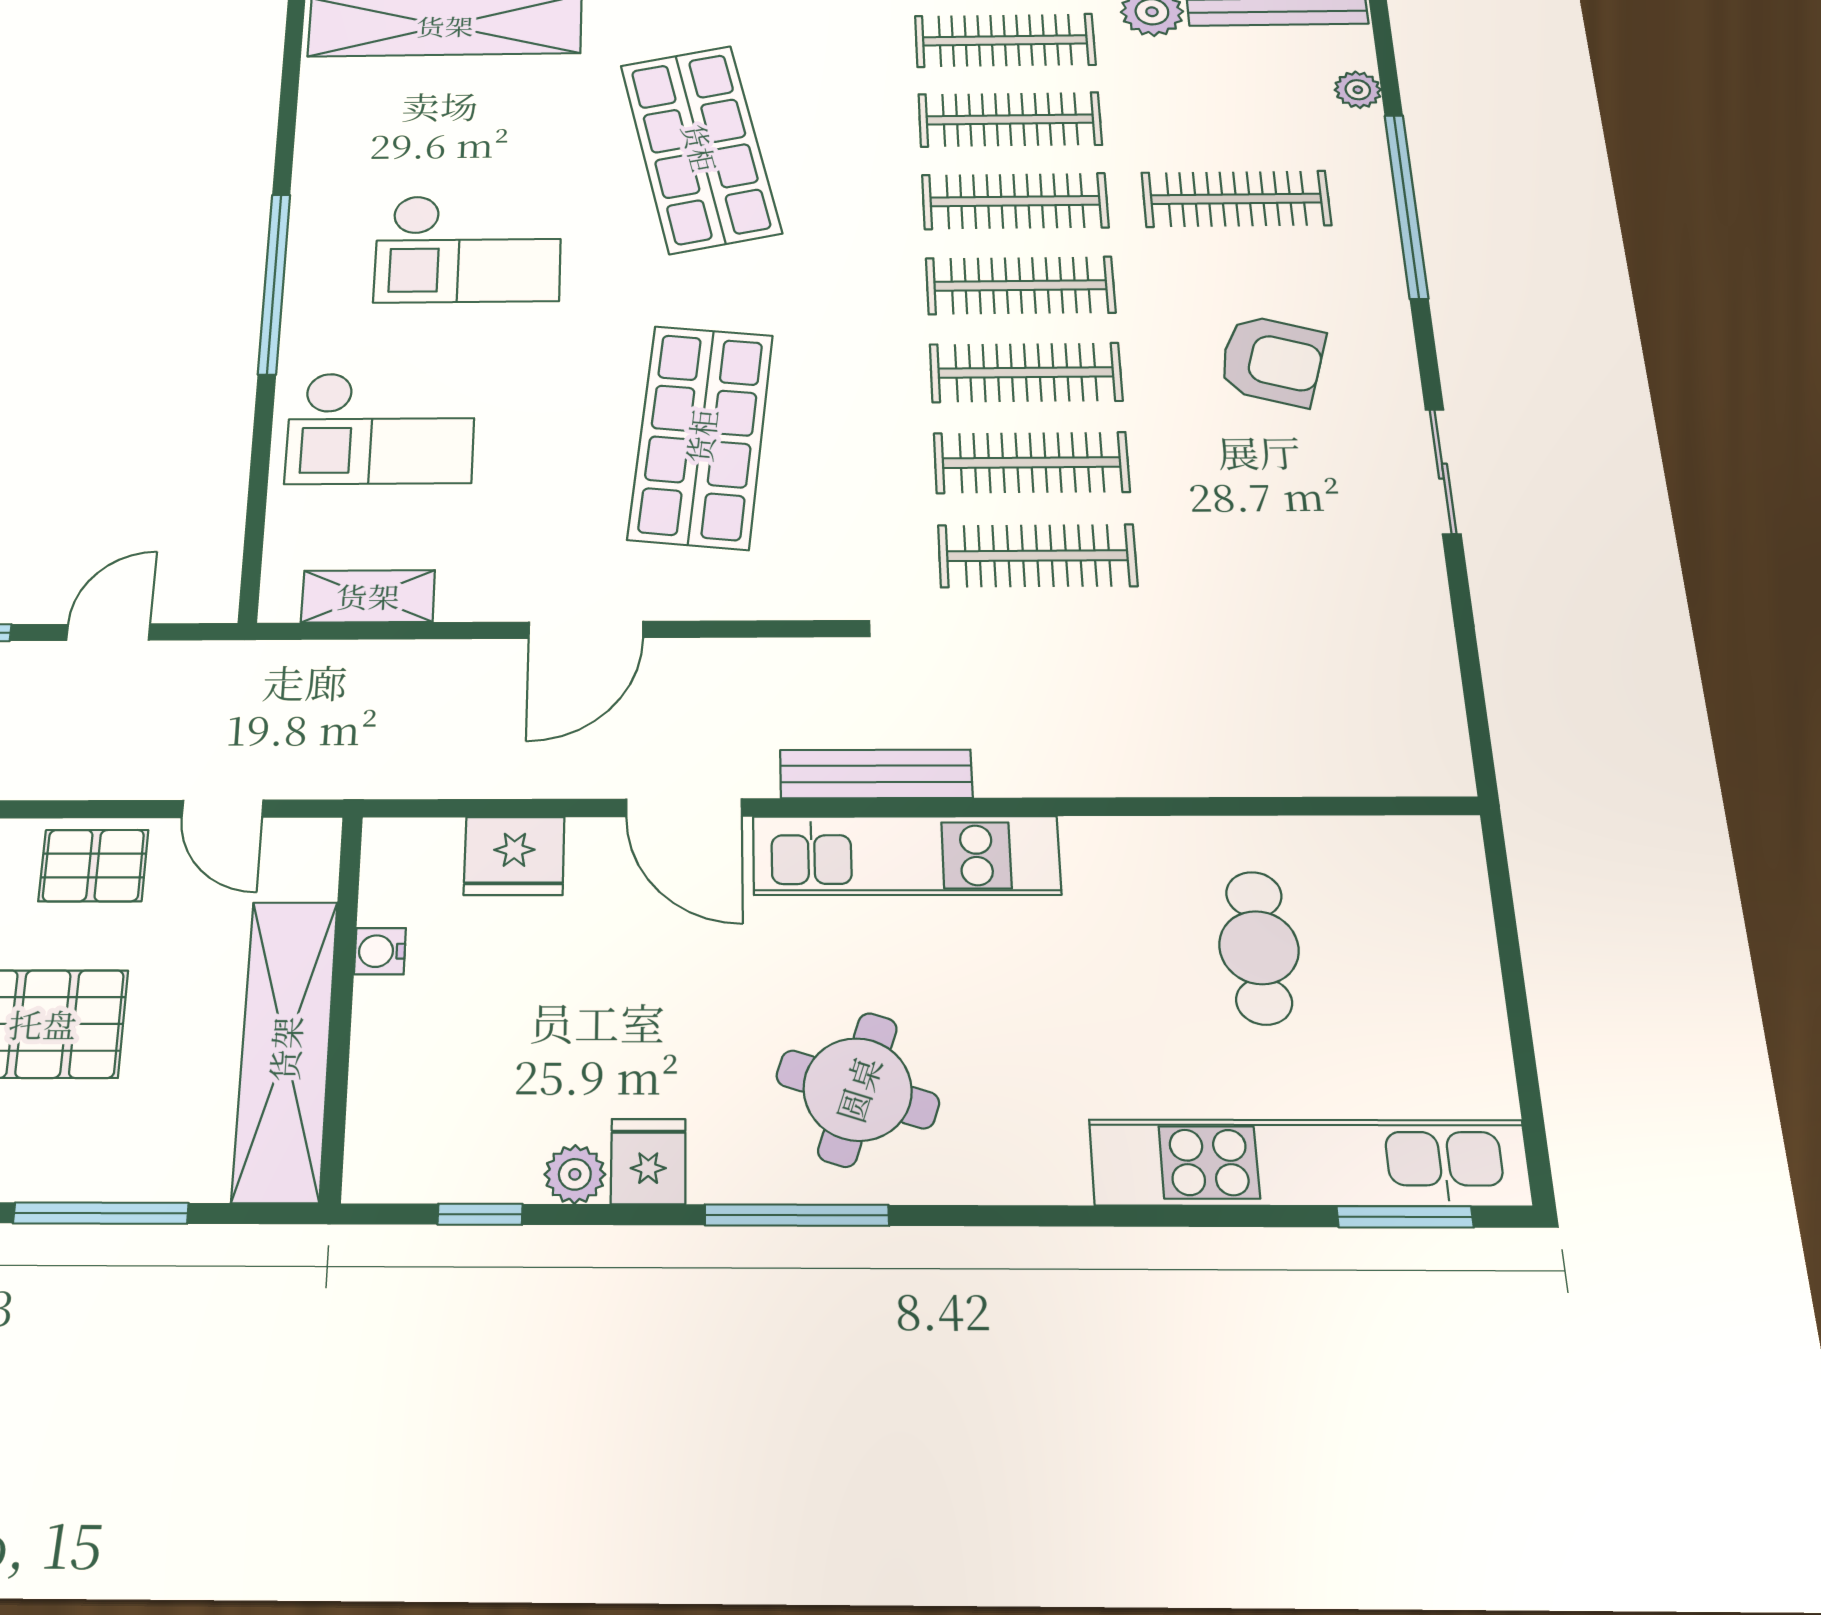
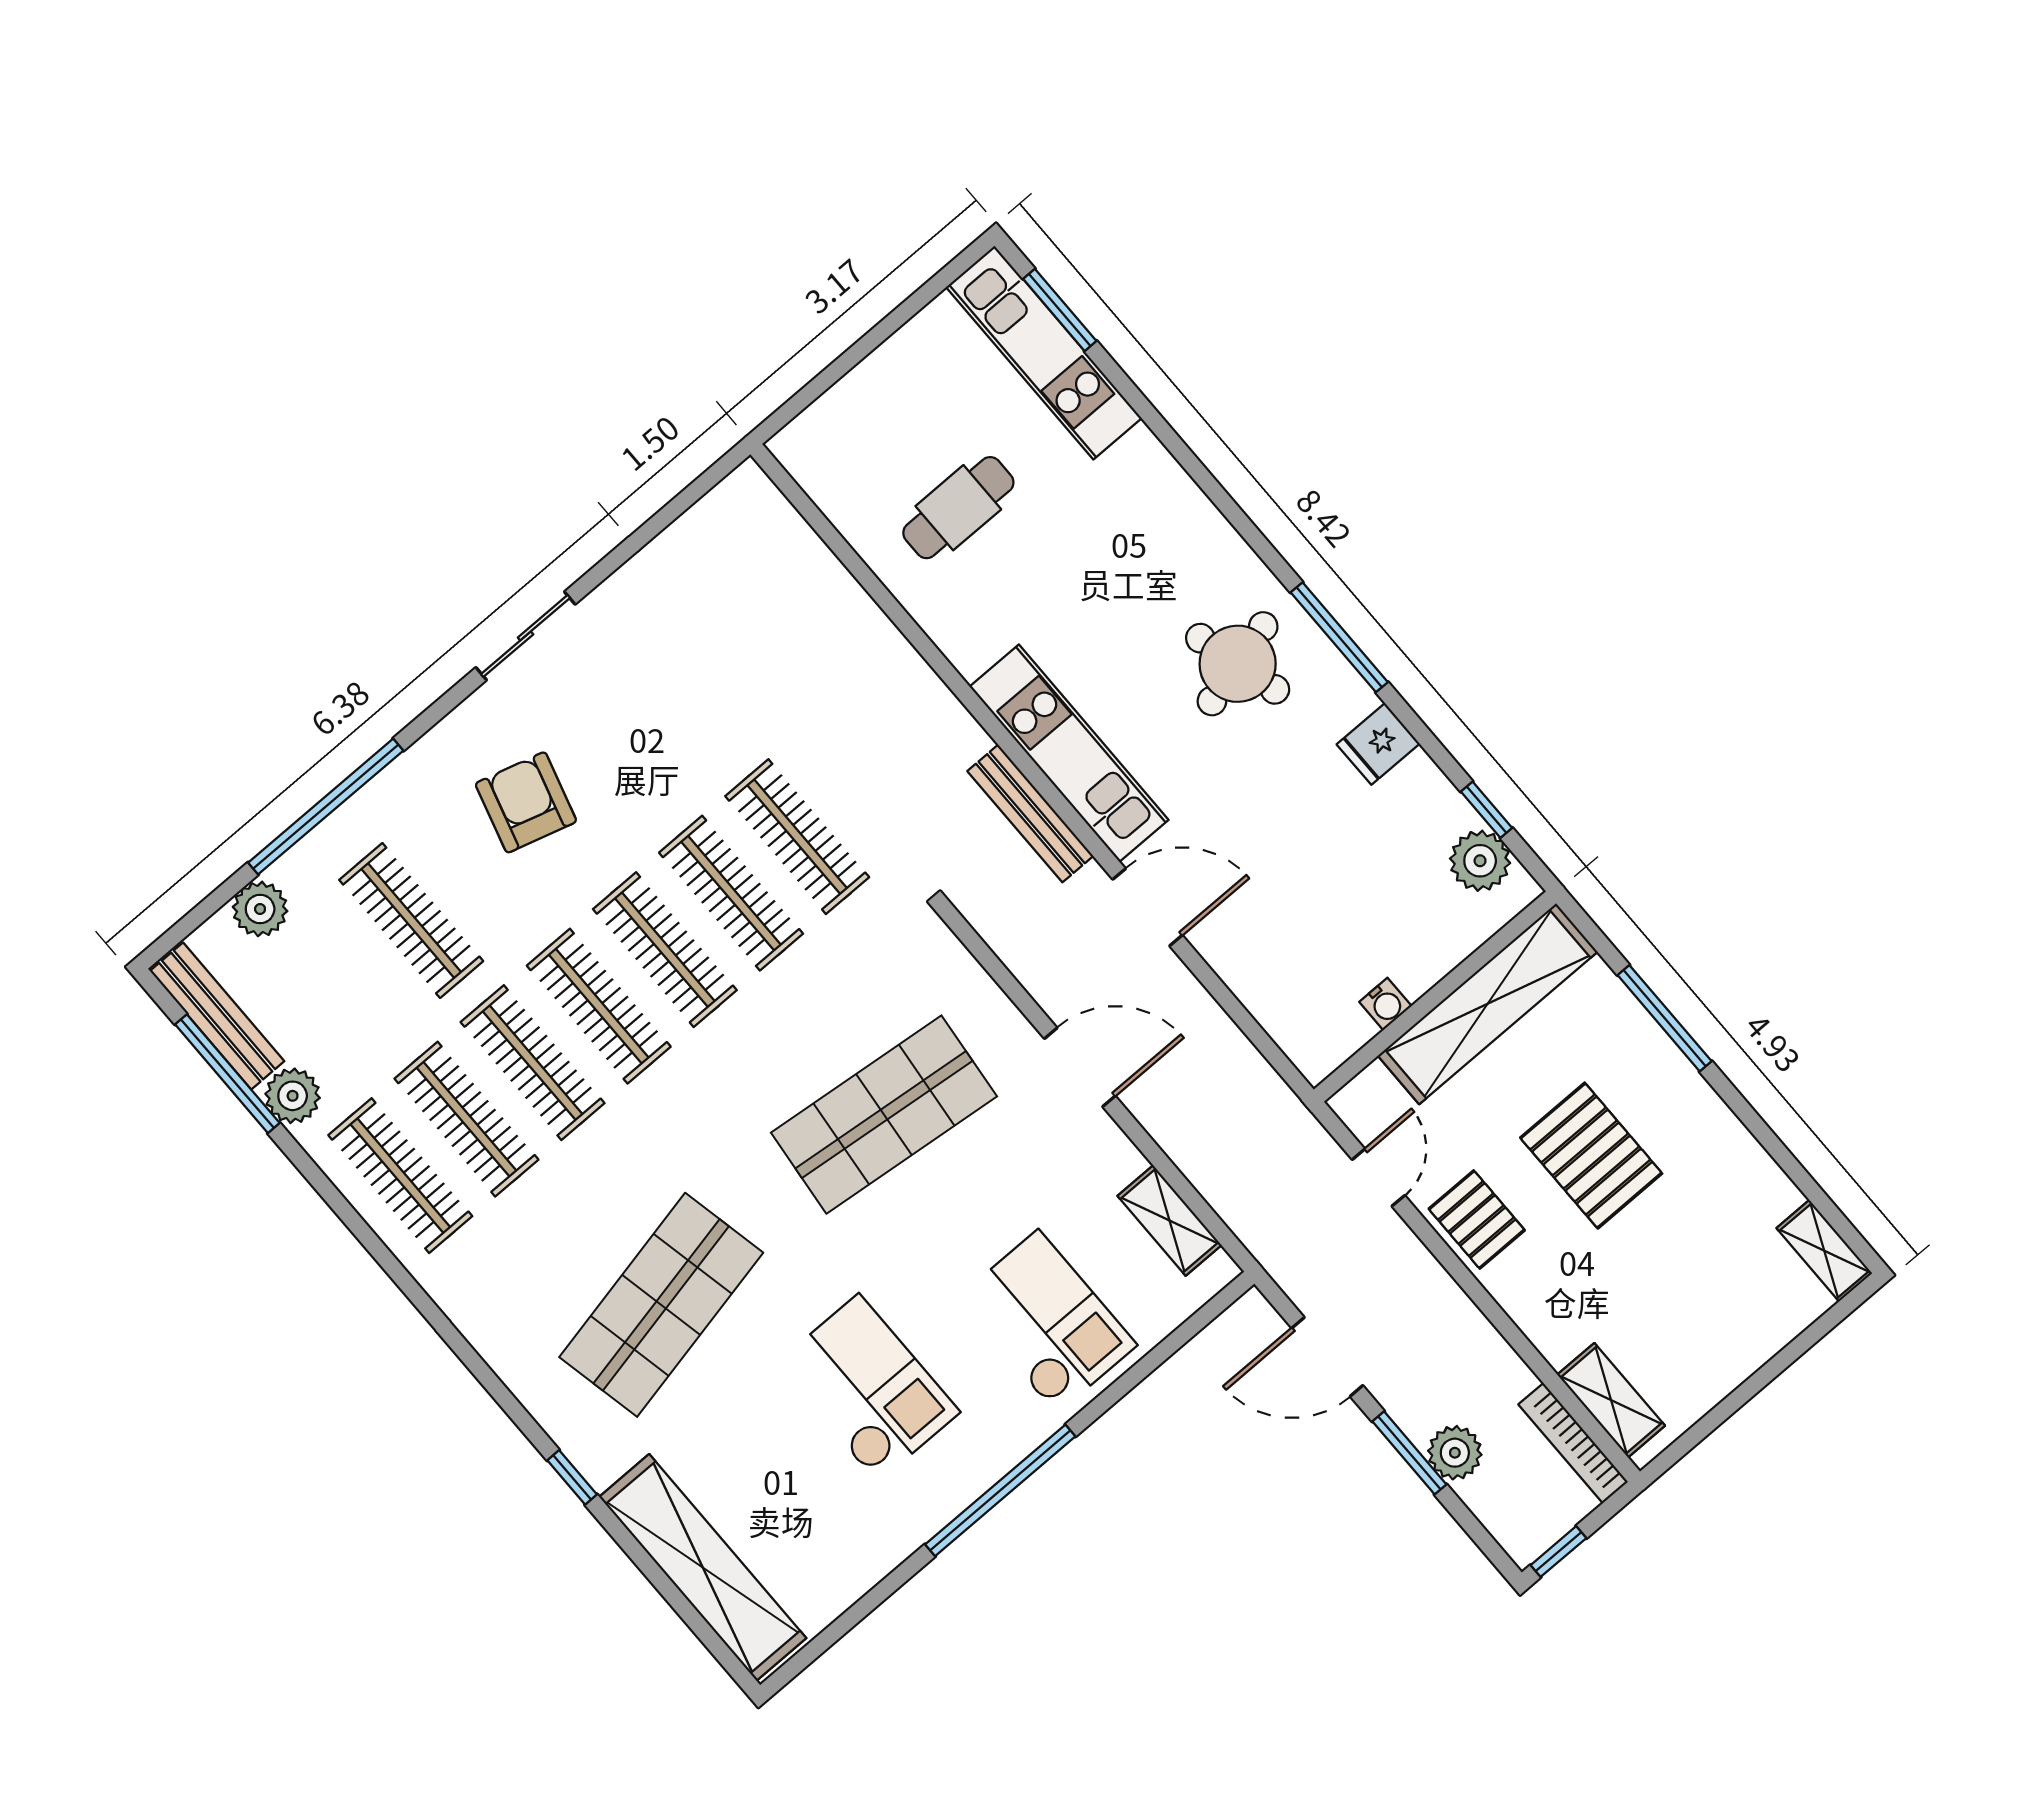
plant: (1358, 90) -> (260, 909), width x1.38, depth x1.38
door: (108, 632) -> (1327, 1357), width x1.38
door: (684, 808) -> (1148, 907), hinge flipped
fridge: (514, 856) -> (1262, 979), removed
round table: (858, 1089) -> (1238, 664), turned -33
kitchen unit: (1309, 1163) -> (1044, 353), width x0.73
plant: (575, 1174) -> (1480, 861), moved, width x1.38, depth x1.38

